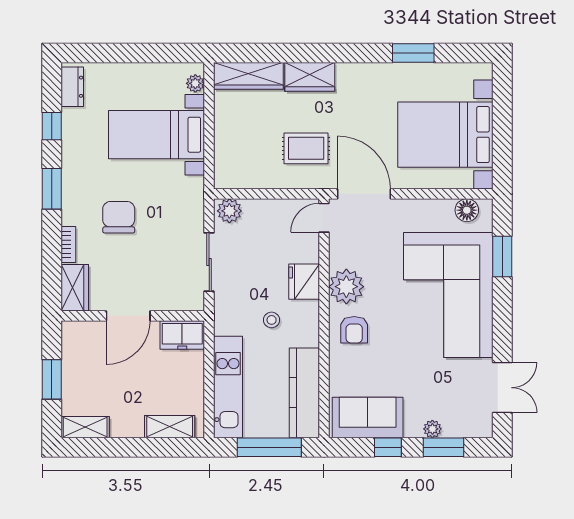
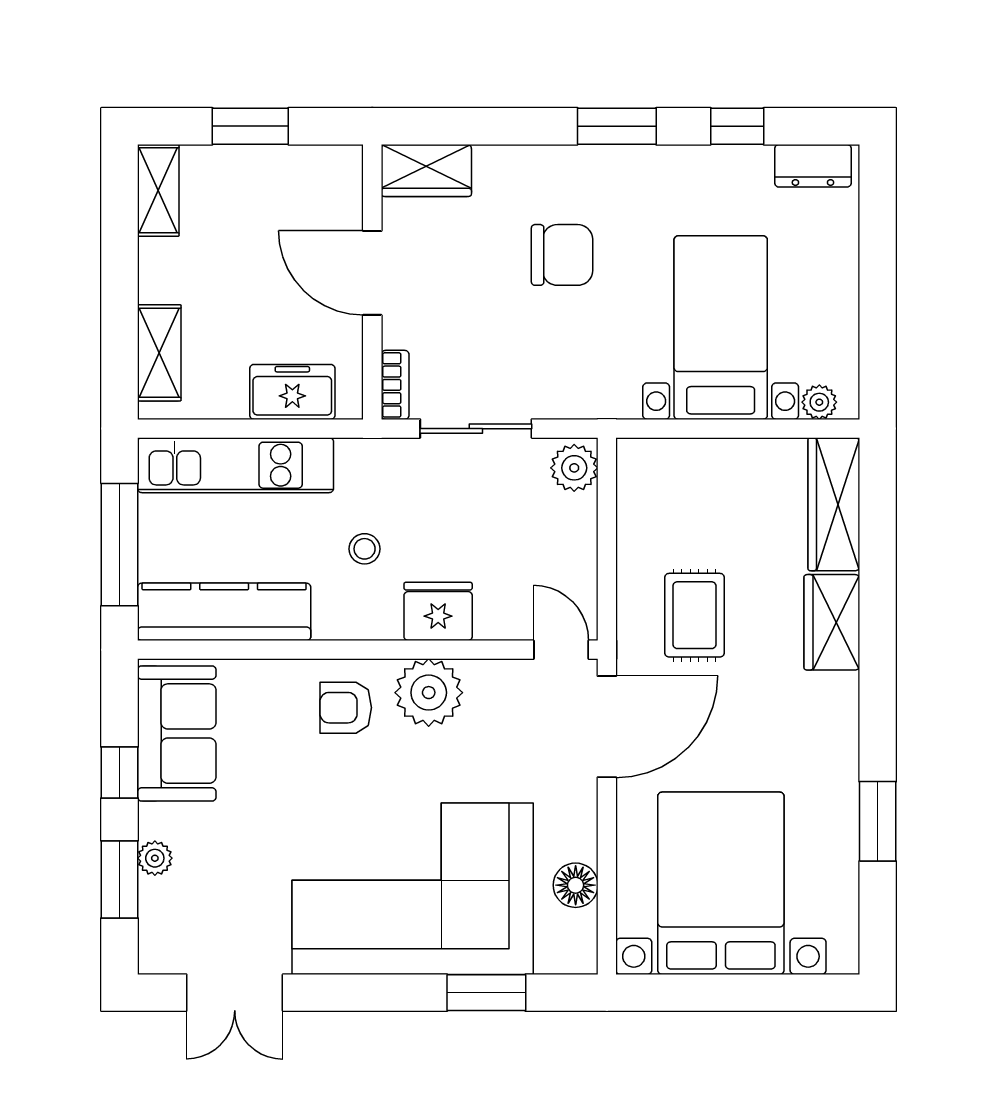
floor lamp: (467, 210) -> (576, 885), moved
bookcase: (68, 245) -> (395, 385), moved, turned -90
freezer: (182, 335) -> (292, 392), moved, turned 90

